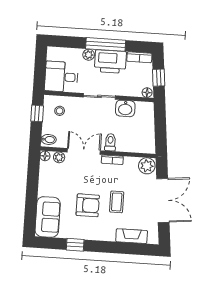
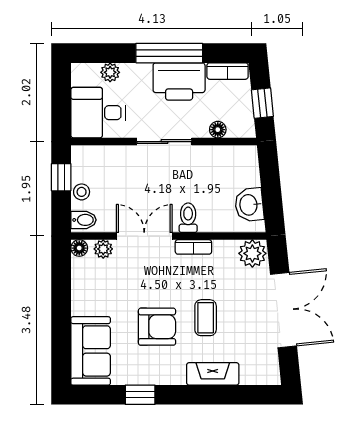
plant: (89, 55) -> (110, 72), moved
floor lamp: (147, 93) -> (218, 130), moved
washbasin: (125, 108) -> (249, 205), moved, turned 84
stool: (60, 111) -> (82, 192), moved
fireplace: (132, 236) -> (213, 374), moved

